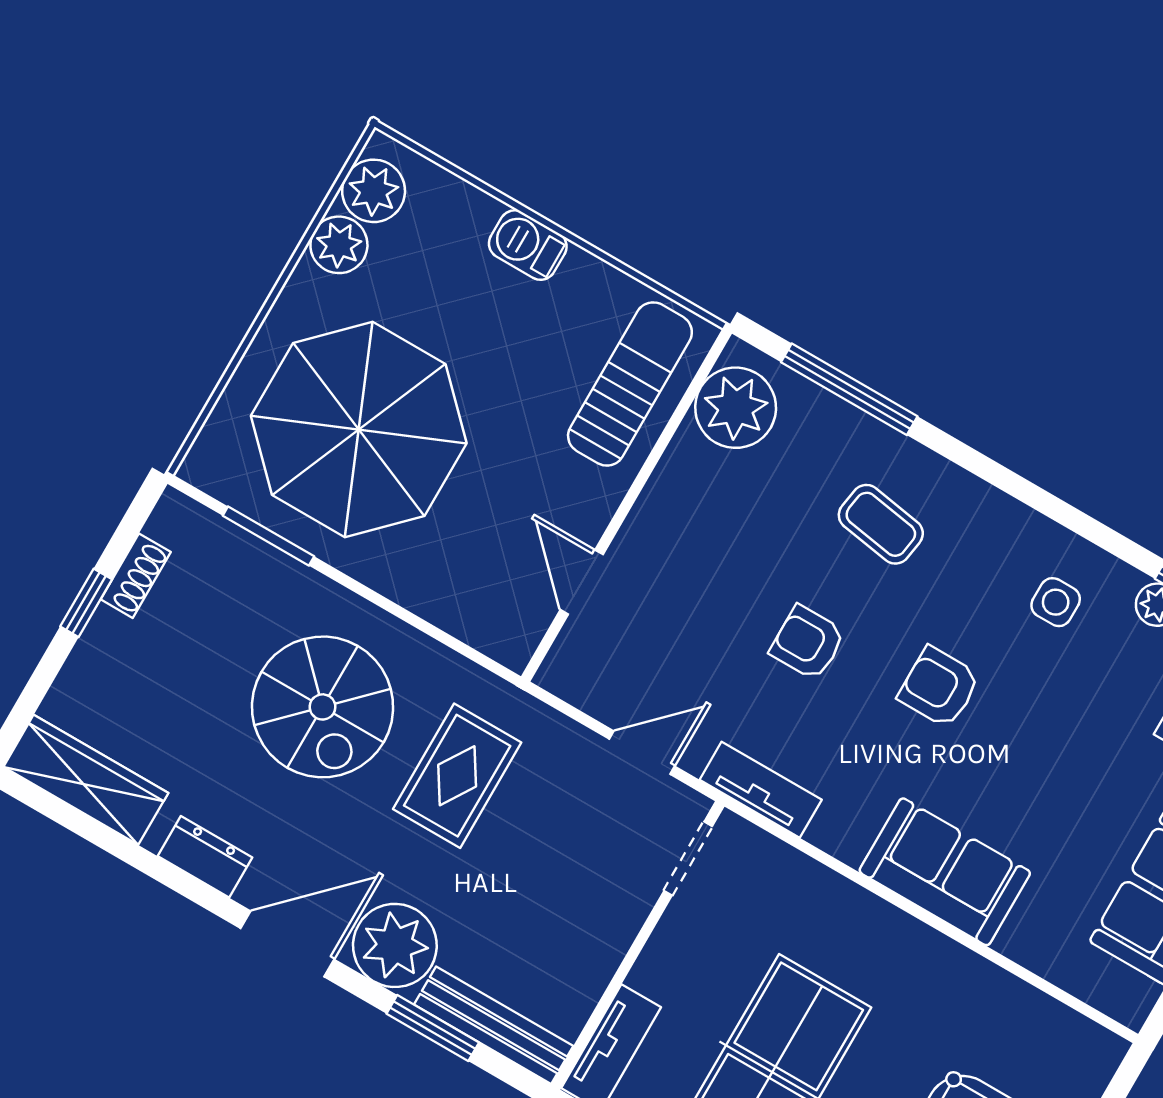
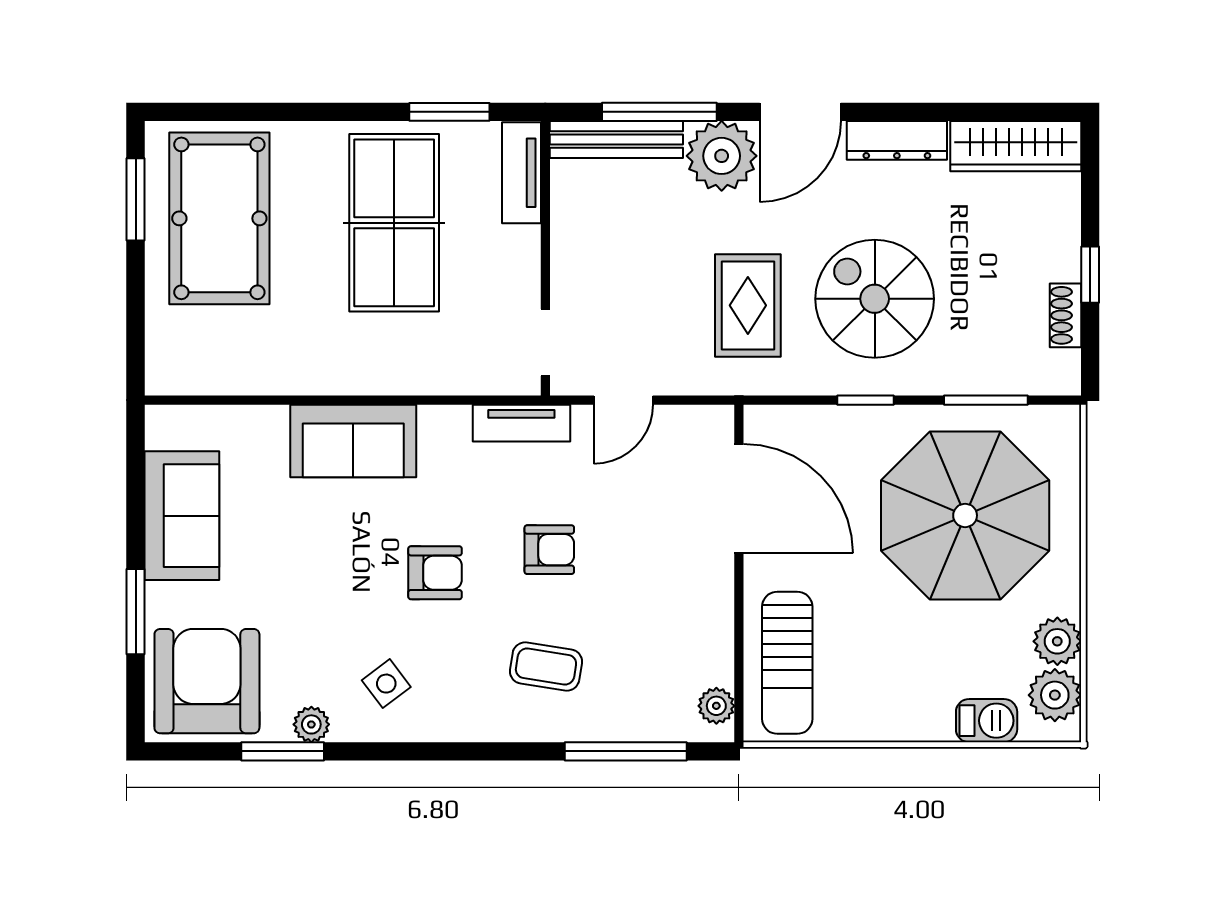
barbecue: (528, 245) -> (987, 721), moved
plant: (736, 408) -> (716, 706), width x0.53, depth x0.53
door: (582, 582) -> (739, 499), width x1.88
side table: (1056, 602) -> (386, 684), turned -37
window: (392, 608) -> (866, 400), added
dresser: (205, 857) -> (897, 140), width x1.44
window: (433, 1028) -> (659, 112), width x1.44

